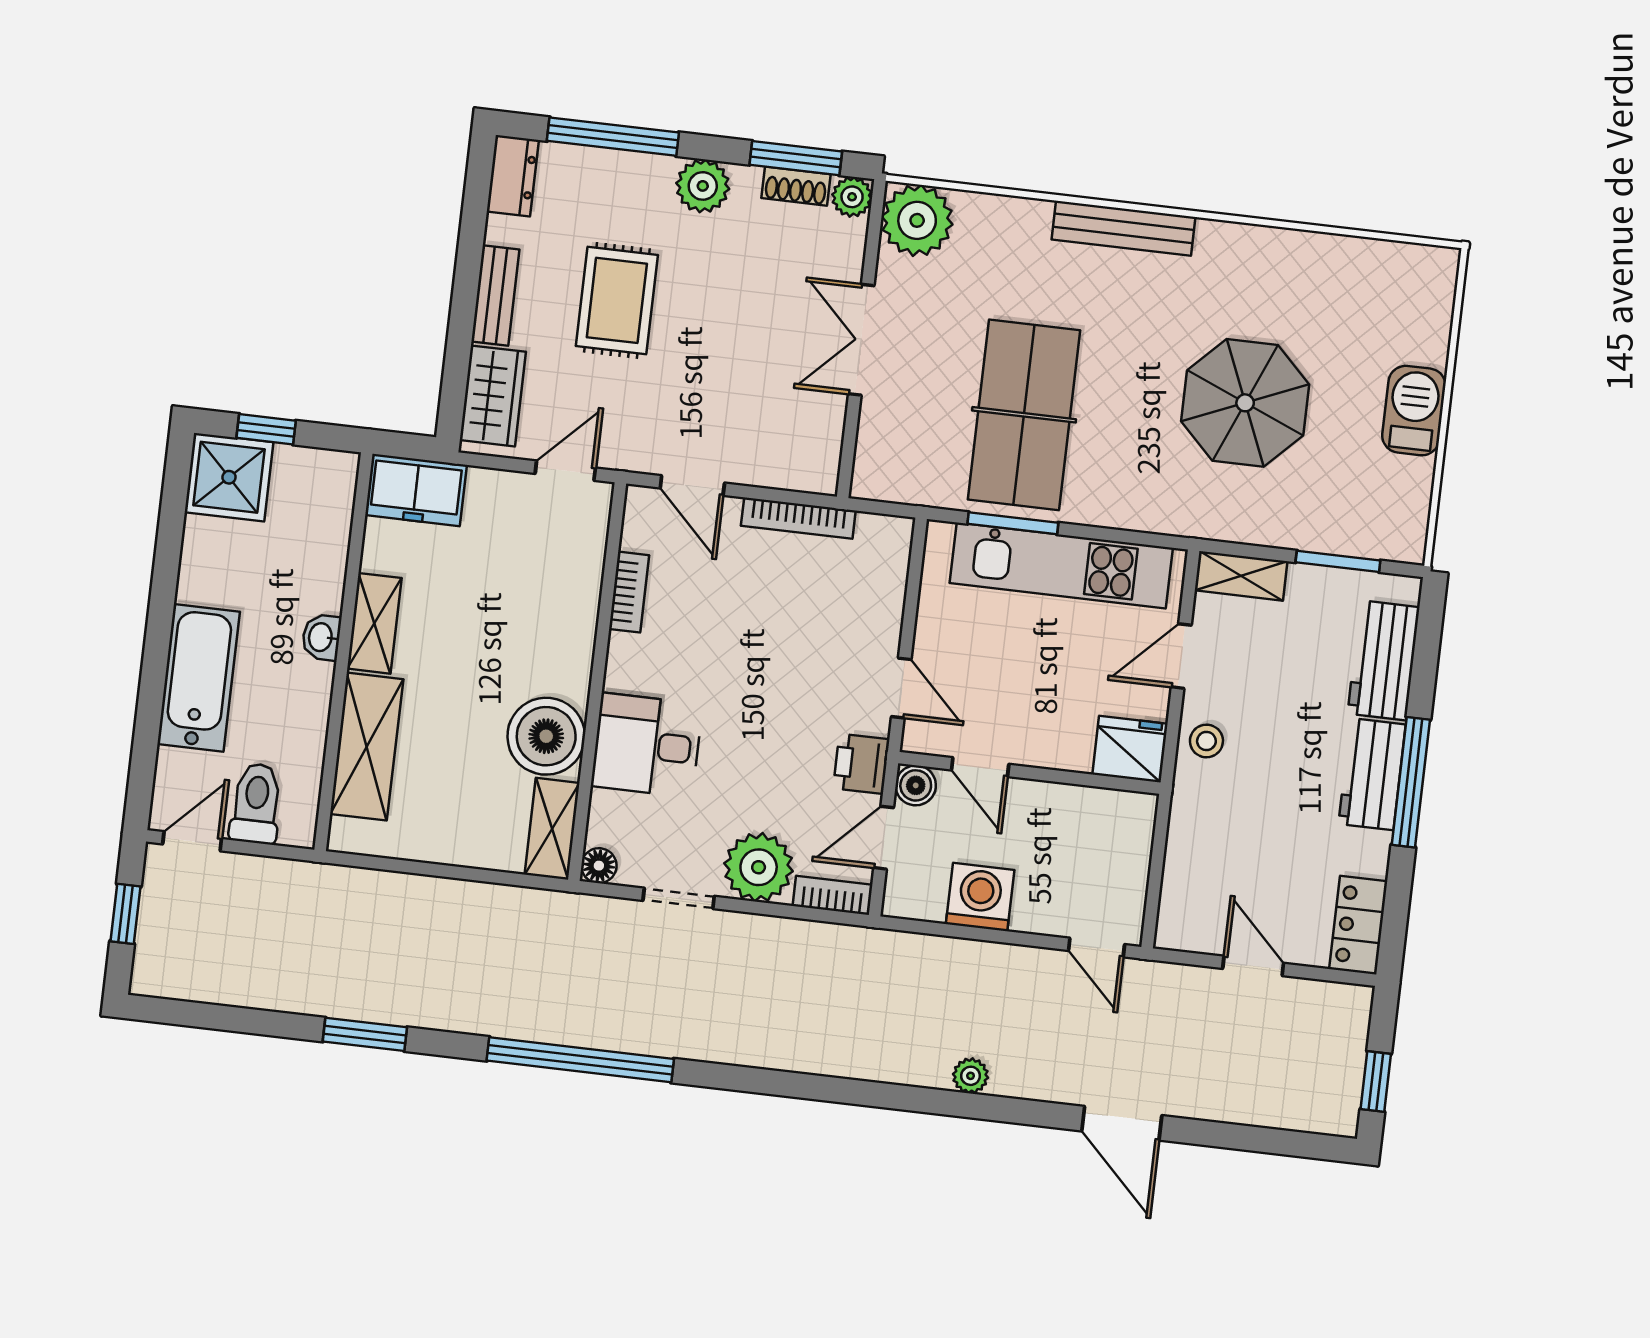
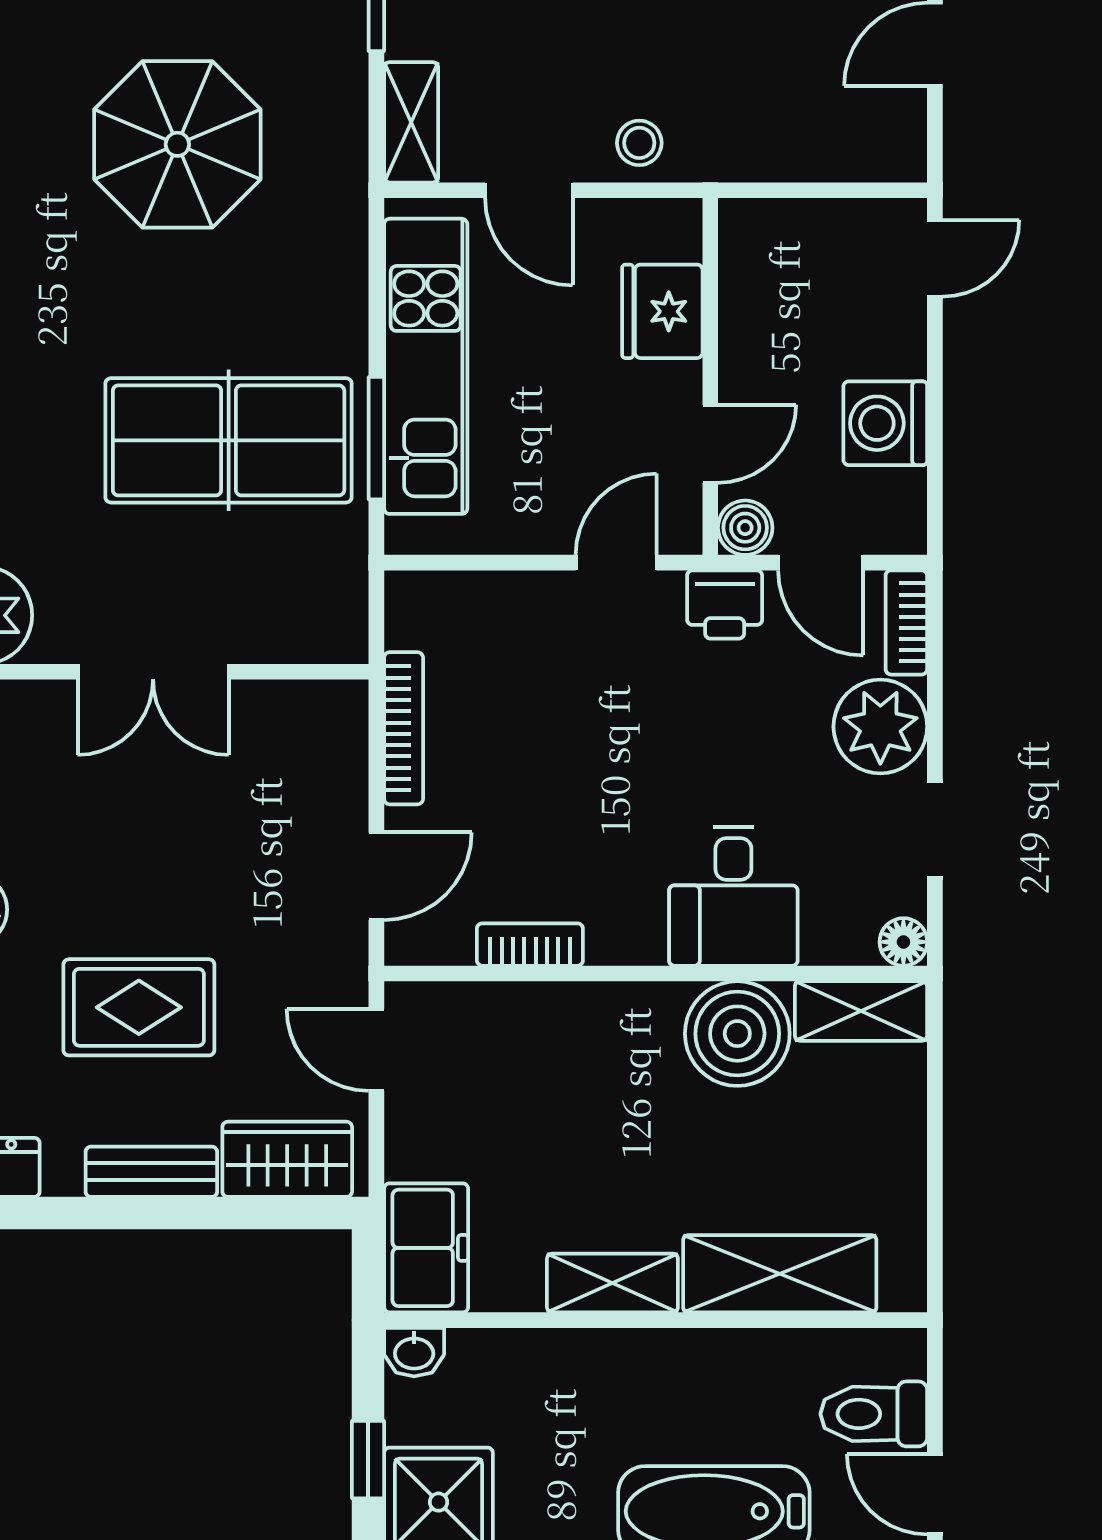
washbasin: (321, 637) -> (414, 1352), moved
fridge: (1130, 749) -> (662, 311), moved

